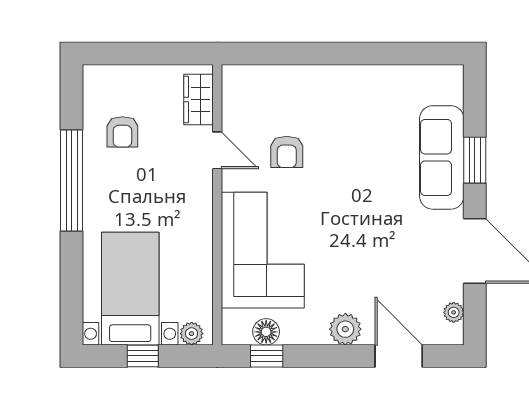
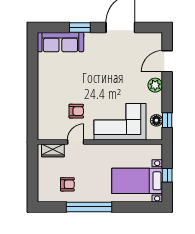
sofa: (442, 157) -> (60, 42), moved
plant: (454, 312) -> (148, 37), removed
plant: (192, 334) -> (157, 154), removed

